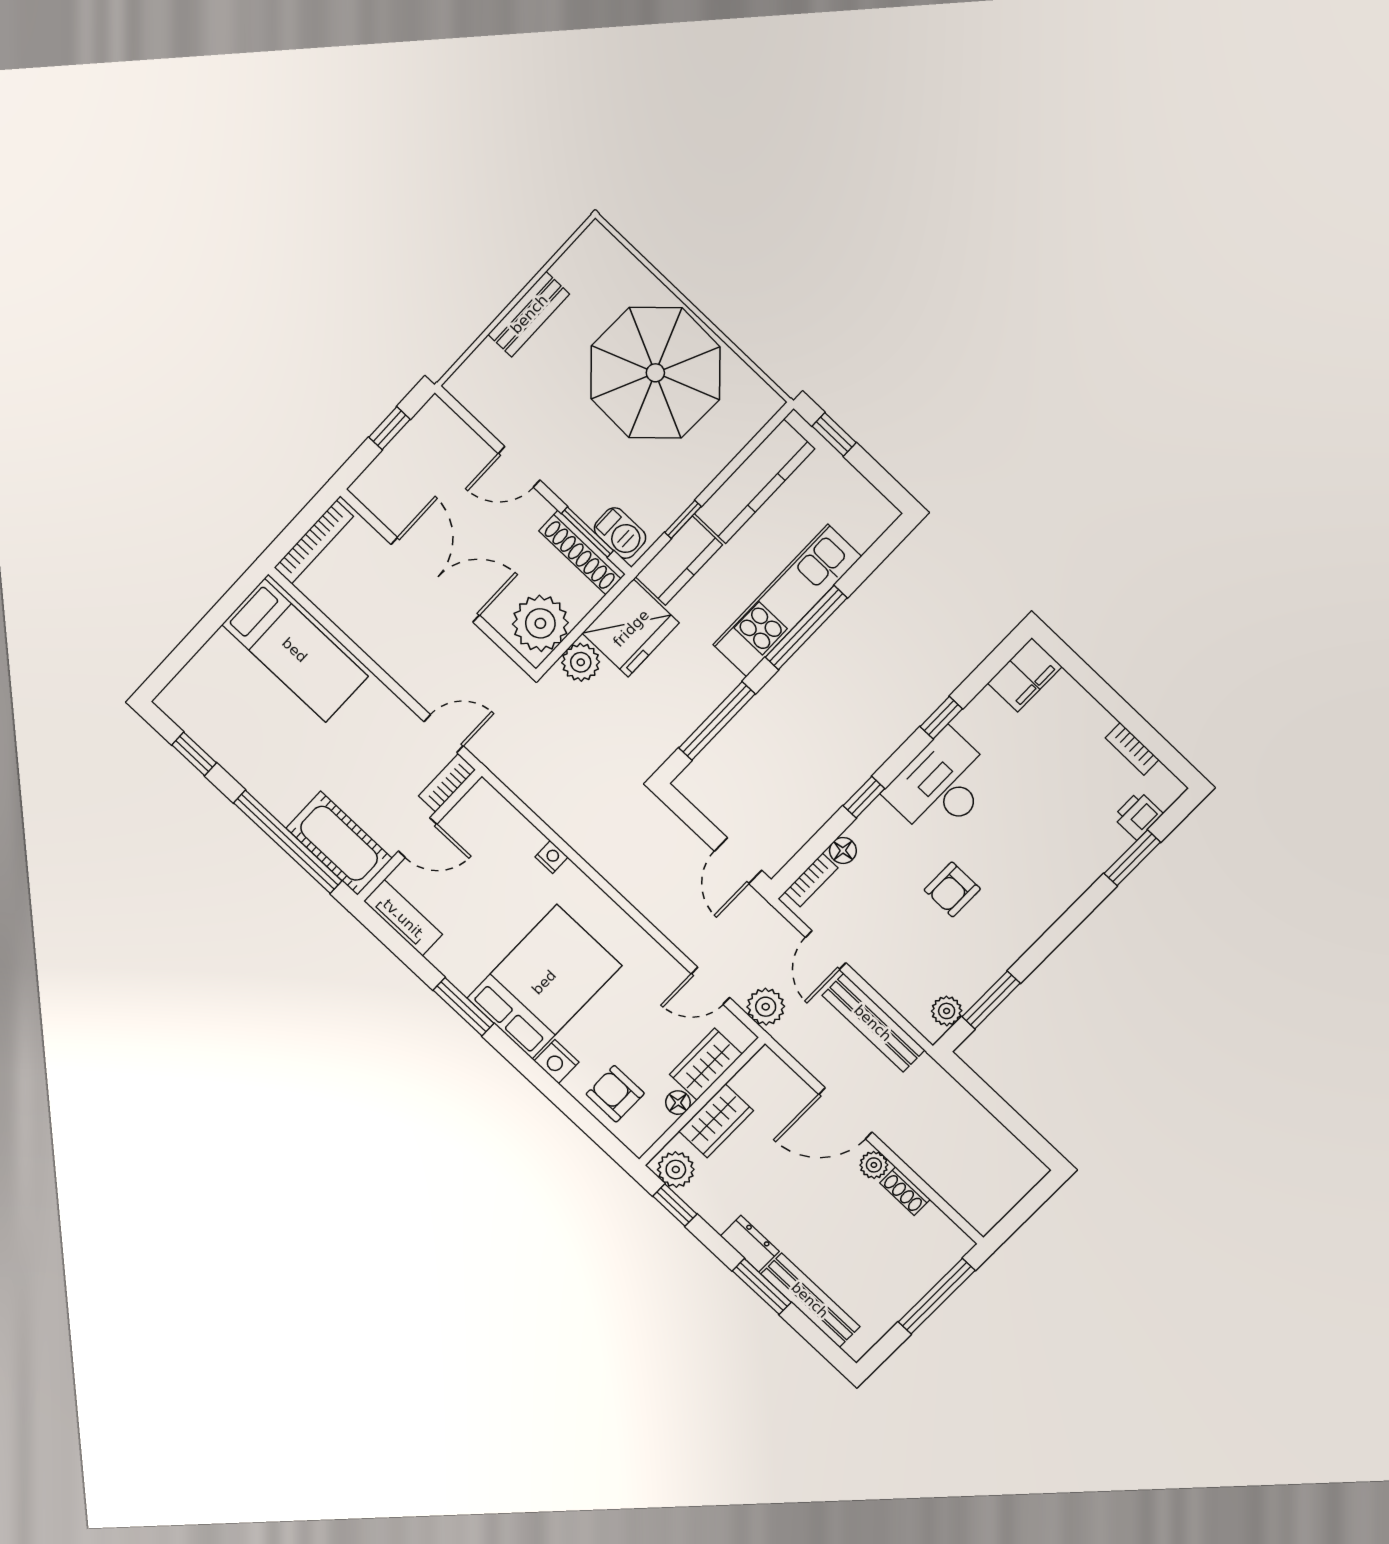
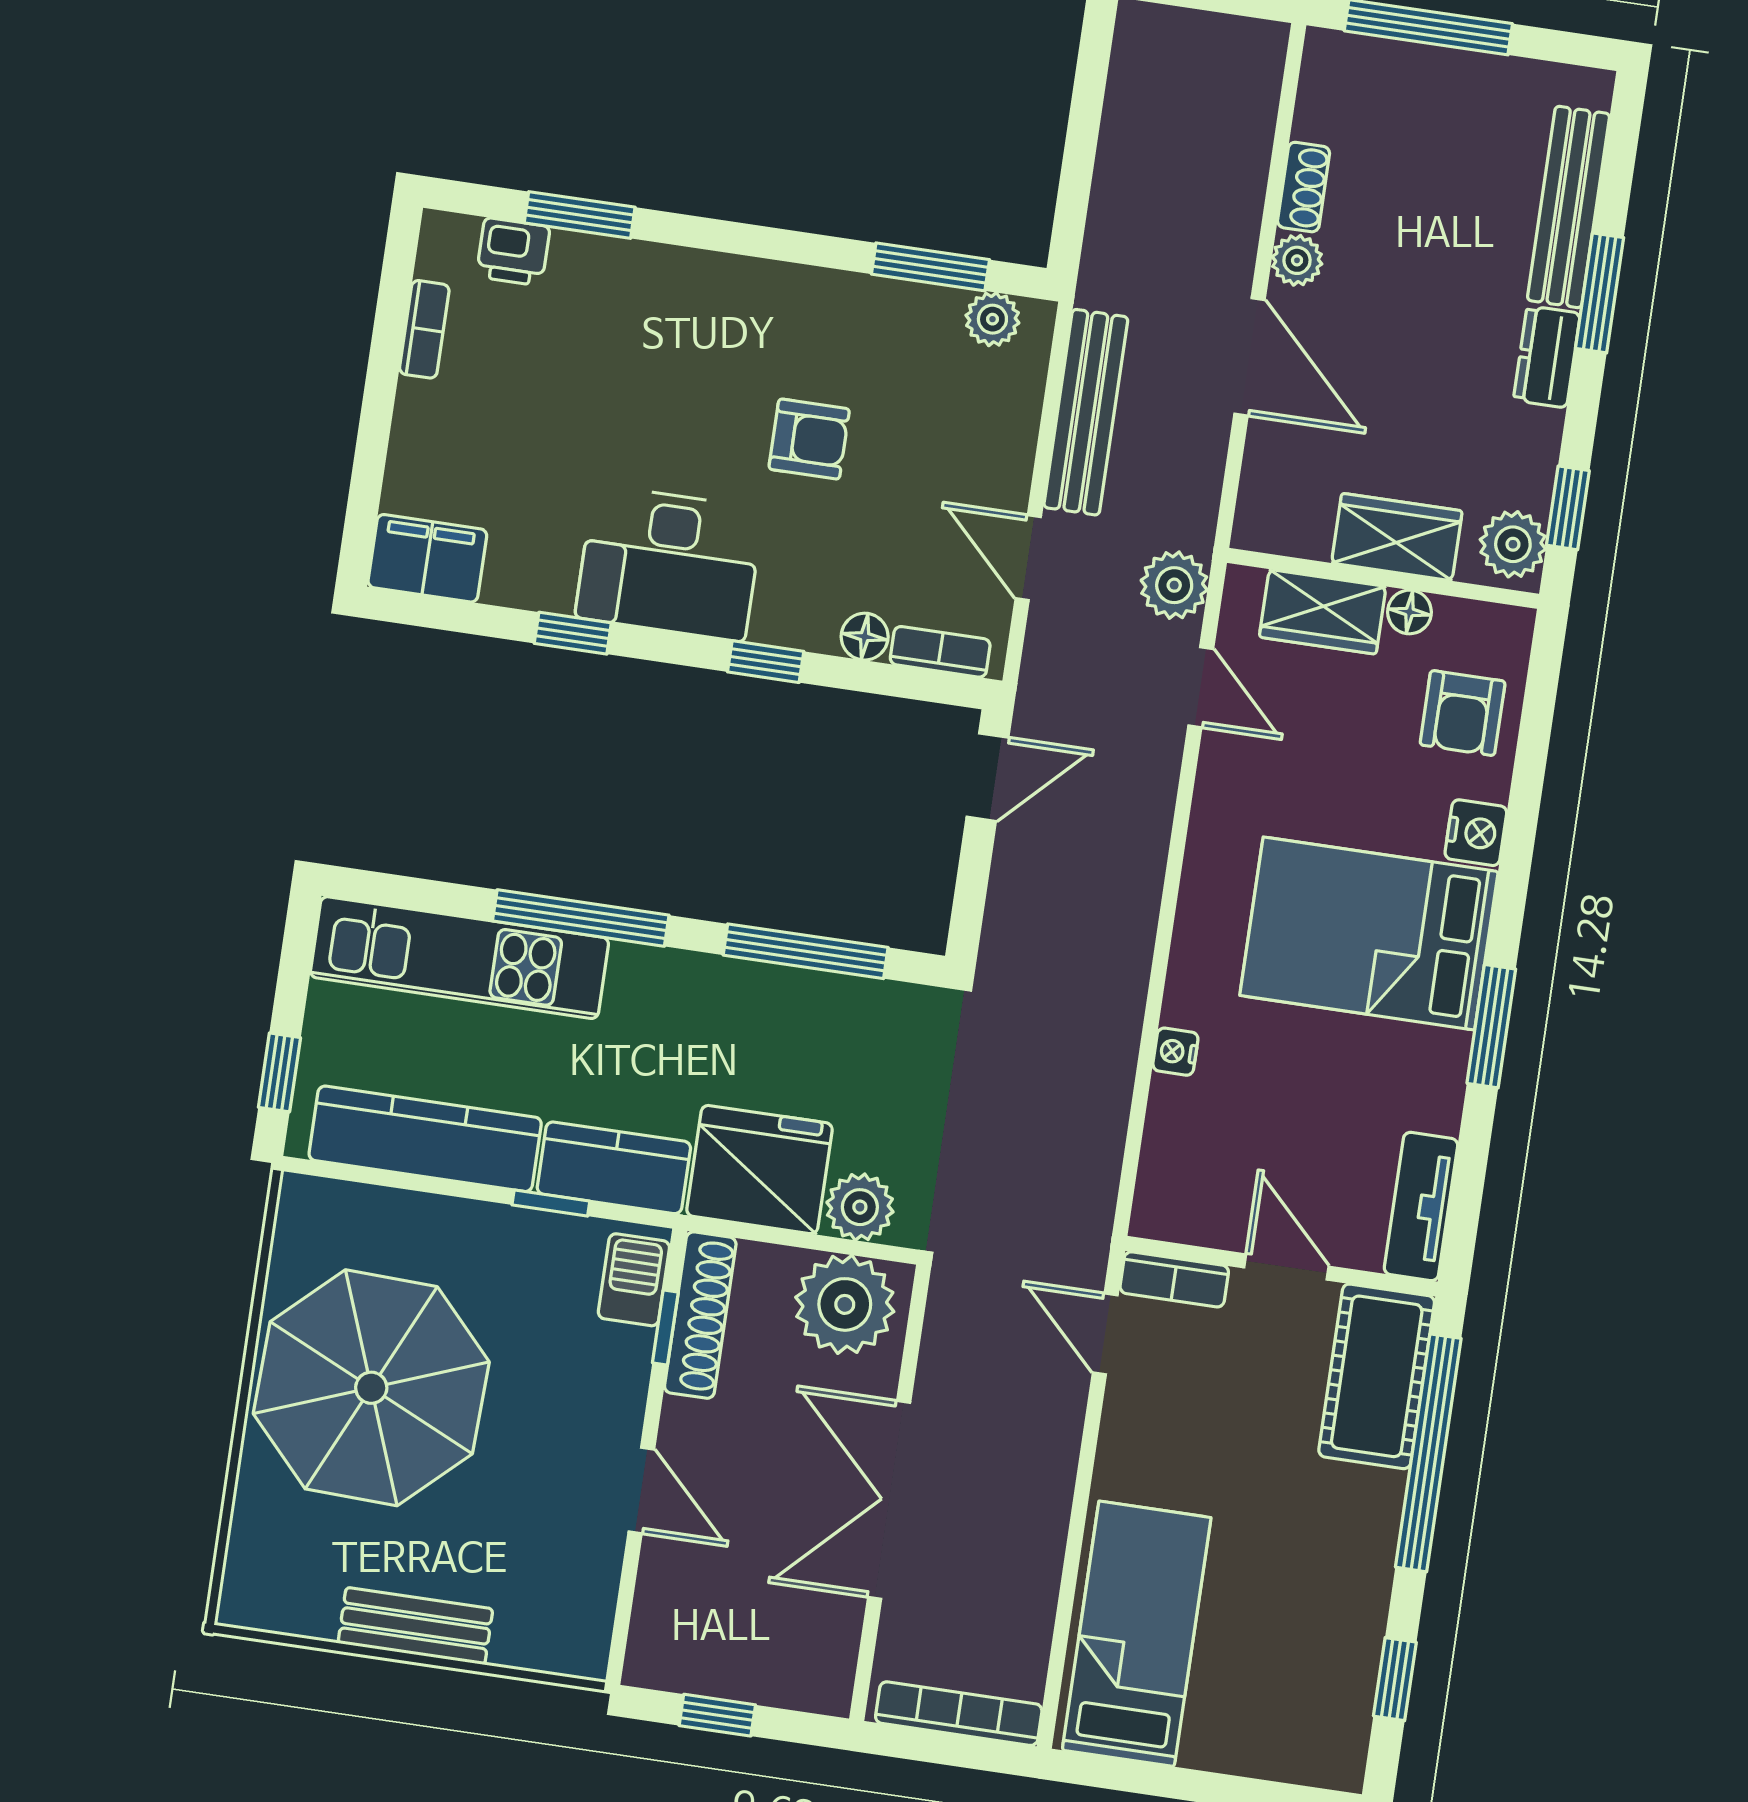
window: (587, 532) -> (665, 1328), width x0.67
kitchen unit: (787, 601) -> (459, 958), moved
door: (826, 950) -> (1028, 558), swing flipped

